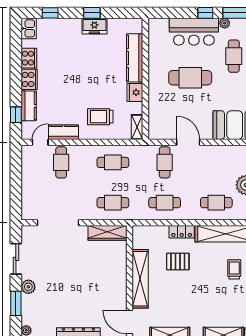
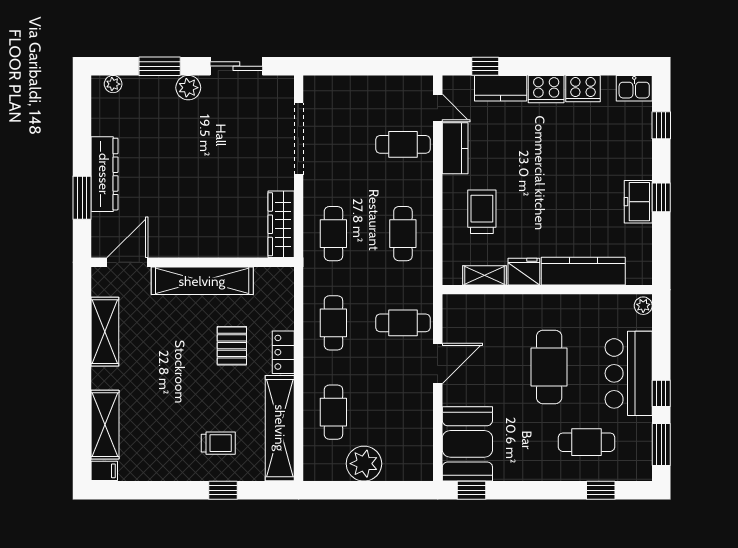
plant: (225, 23) -> (643, 306), moved
shelving: (137, 127) -> (484, 275), moved

